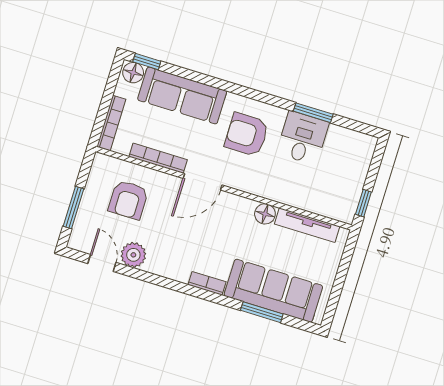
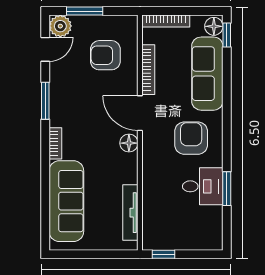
floor lamp: (265, 214) -> (129, 143), moved
plant: (133, 255) -> (60, 26), moved
window: (262, 312) -> (45, 101), moved

